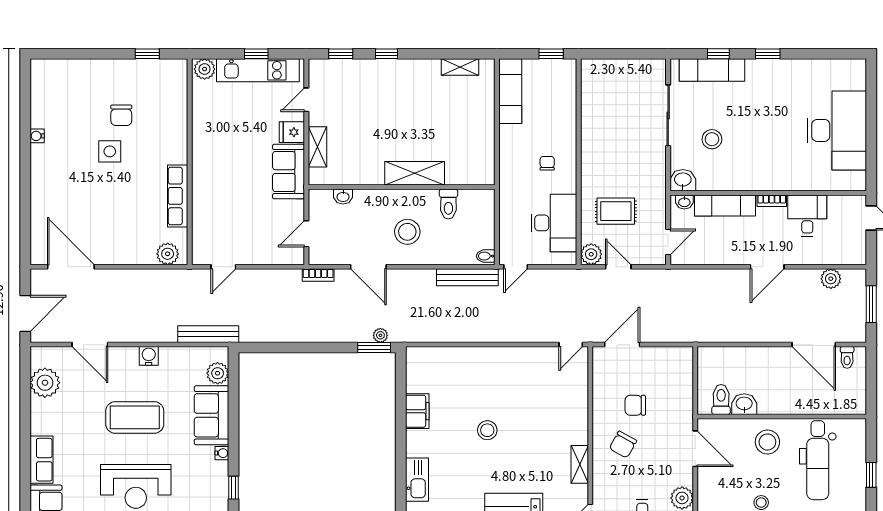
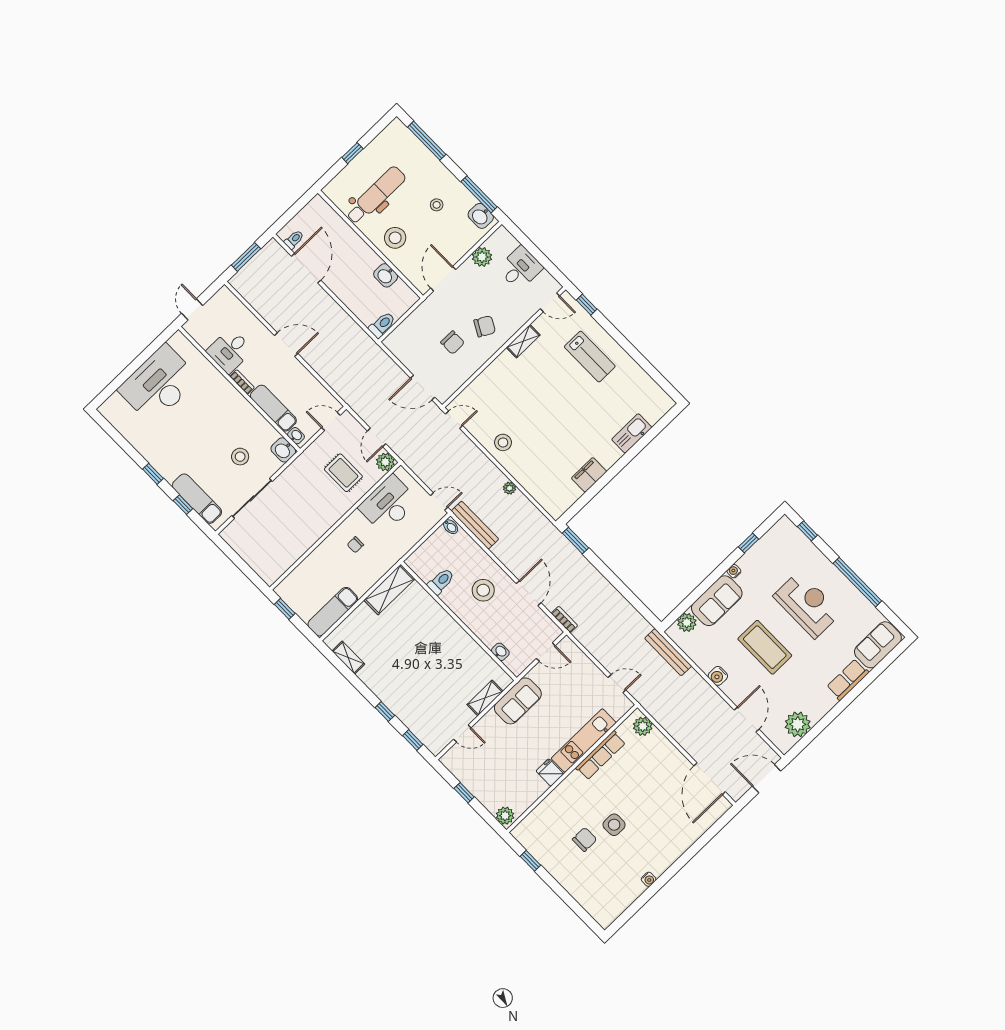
kitchen unit: (258, 70) -> (584, 741), moved, turned -90
fridge: (292, 132) -> (550, 772), moved, turned 180
shelving: (415, 173) -> (389, 590), moved, turned 90
plant: (831, 279) -> (255, 298), removed
plant: (380, 335) -> (510, 488), moved
toilet: (721, 400) -> (382, 325), moved, turned 180
stool: (487, 430) -> (503, 442), moved

